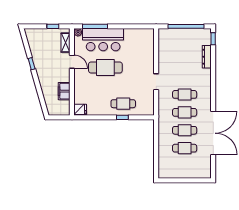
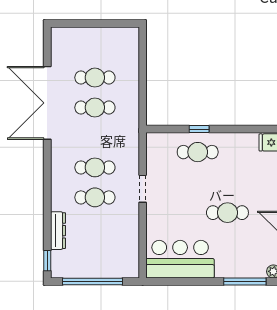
bar counter: (103, 40) -> (180, 259), moved
cafe table: (105, 67) -> (227, 213), width x0.73, depth x0.74
cafe table: (185, 112) -> (95, 197), moved

